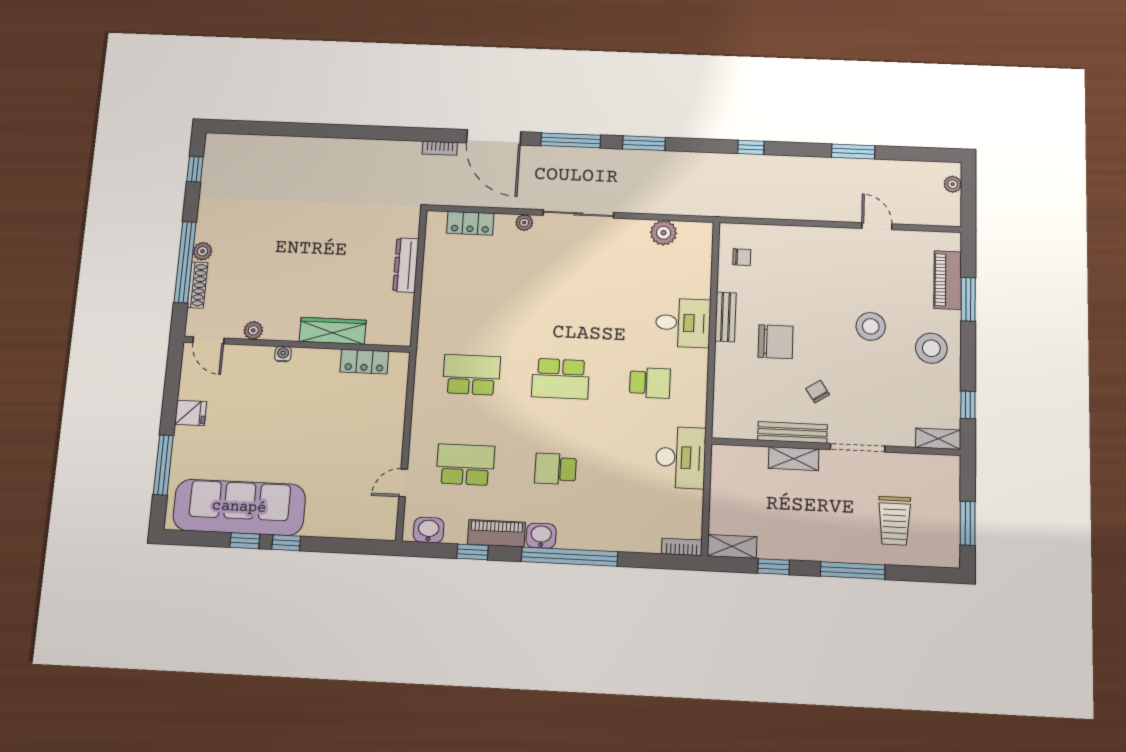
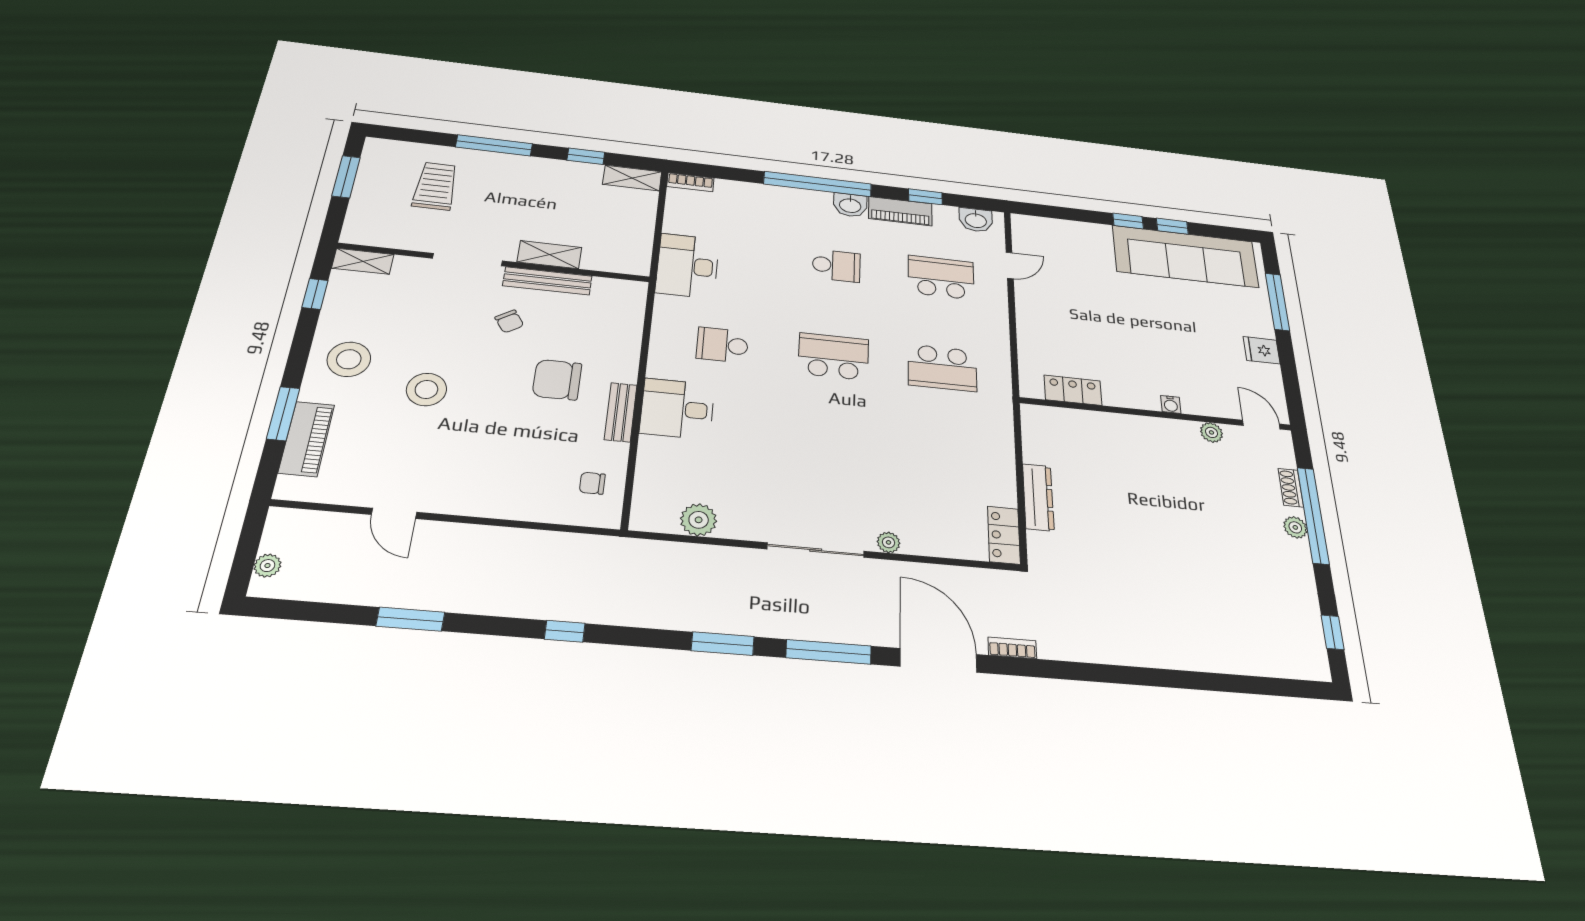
locker: (470, 223) -> (1004, 535), moved, turned -90
shoe rack: (197, 285) -> (1291, 488), width x0.70
wardrobe: (333, 331) -> (1117, 426), removed
school desk: (465, 465) -> (941, 277), turned 180

